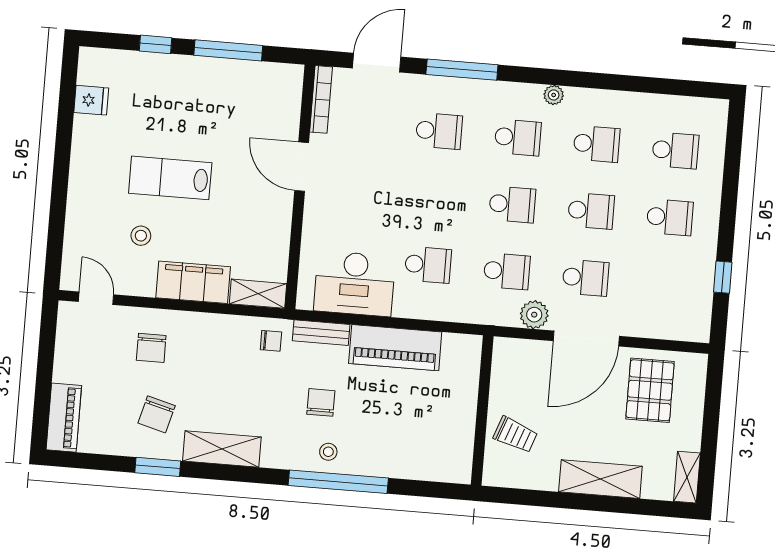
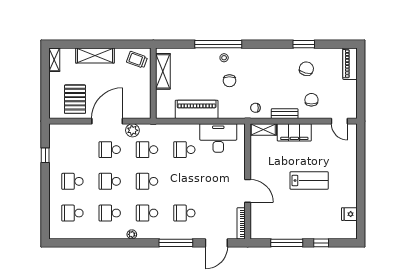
stool: (141, 236) -> (321, 152), removed
bench: (321, 333) -> (285, 114), moved
trolley: (515, 435) -> (137, 60), moved
shelving: (222, 449) -> (163, 71), moved, turned 90

